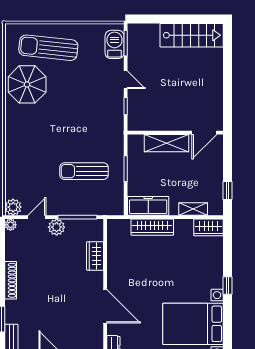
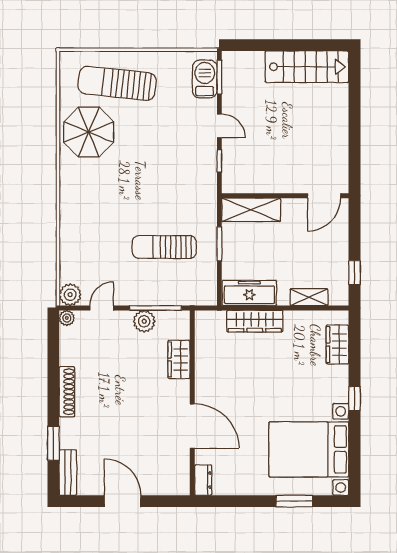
shelving: (167, 143) -> (251, 210), moved
plant: (57, 227) -> (144, 321), moved
wardrobe: (208, 227) -> (337, 345), moved, turned 90

